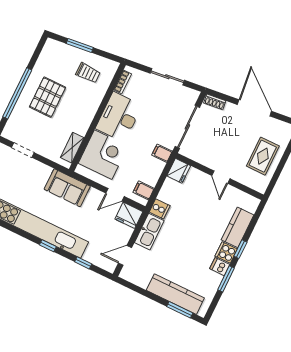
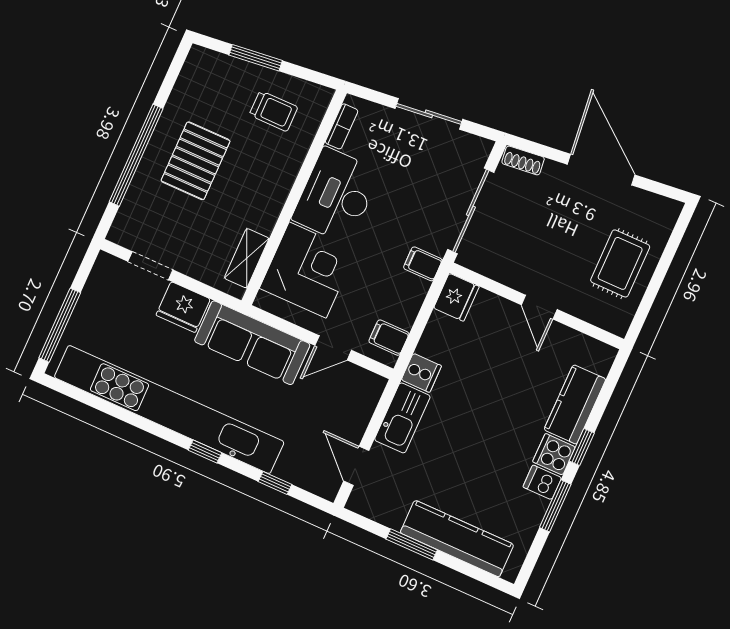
sofa: (67, 188) -> (252, 343), width x1.36
fridge: (129, 215) -> (183, 307), moved
door: (125, 255) -> (356, 466), hinge flipped
window: (180, 310) -> (412, 544), moved

